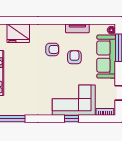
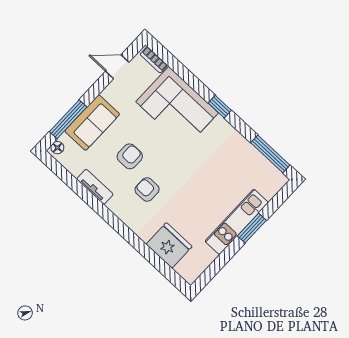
armchair: (74, 57) -> (130, 156), turned 180
sofa: (106, 57) -> (92, 123), width x0.73
window: (72, 119) -> (220, 107), moved

